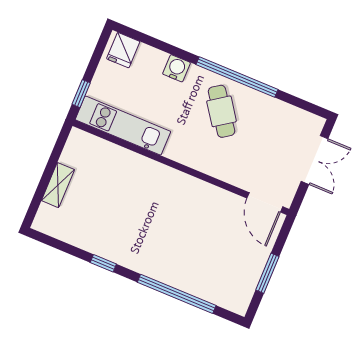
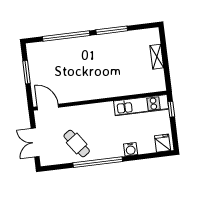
cafe table: (222, 111) -> (77, 144), moved
window: (103, 263) -> (112, 30), width x2.17

